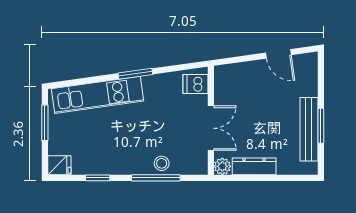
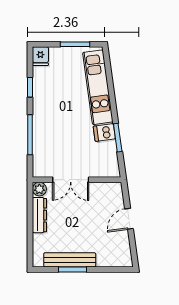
door: (278, 54) -> (129, 219), moved
window: (135, 74) -> (118, 138), moved
dishwasher: (195, 84) -> (104, 132), moved, turned -98
stool: (162, 163) -> (42, 140), removed

